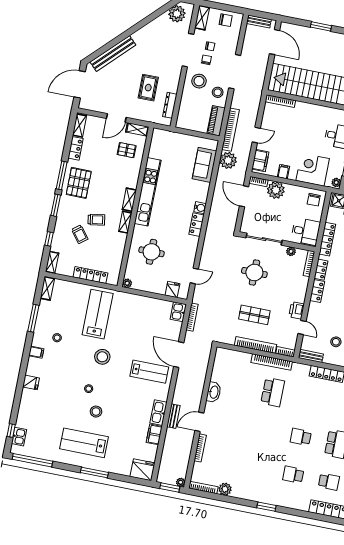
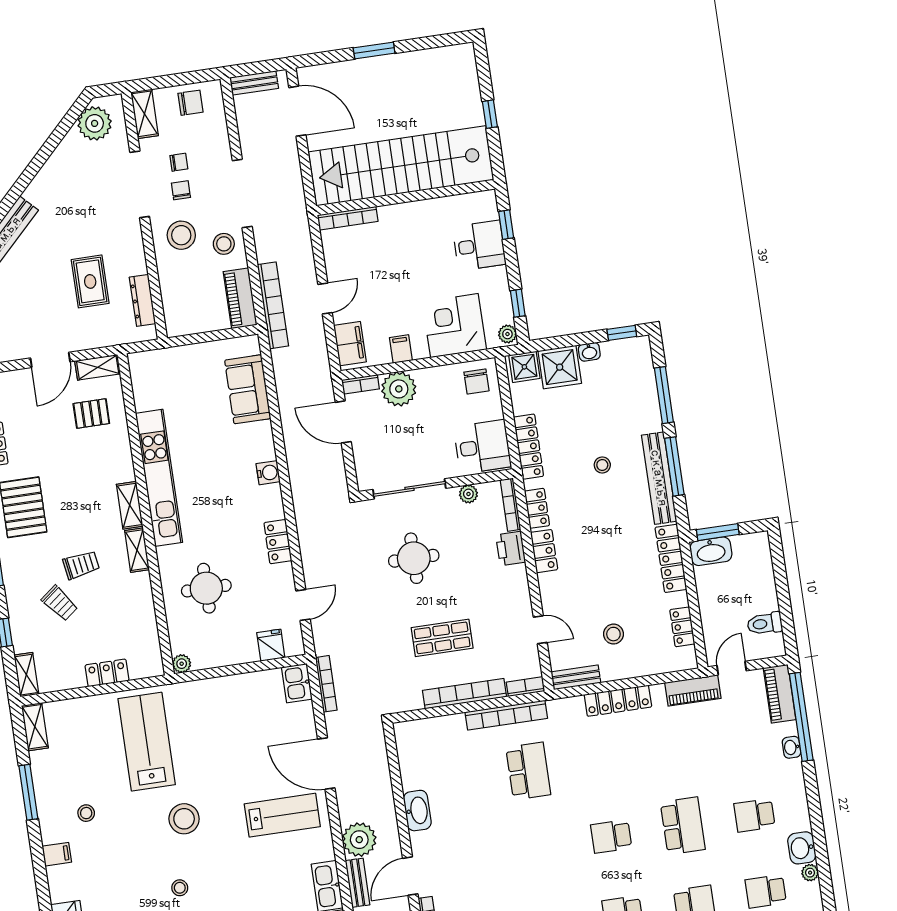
plant: (228, 160) -> (359, 840), moved
locker: (196, 225) -> (278, 542), moved
locker: (90, 275) -> (107, 673), width x0.66
printer: (297, 310) -> (511, 549), moved

